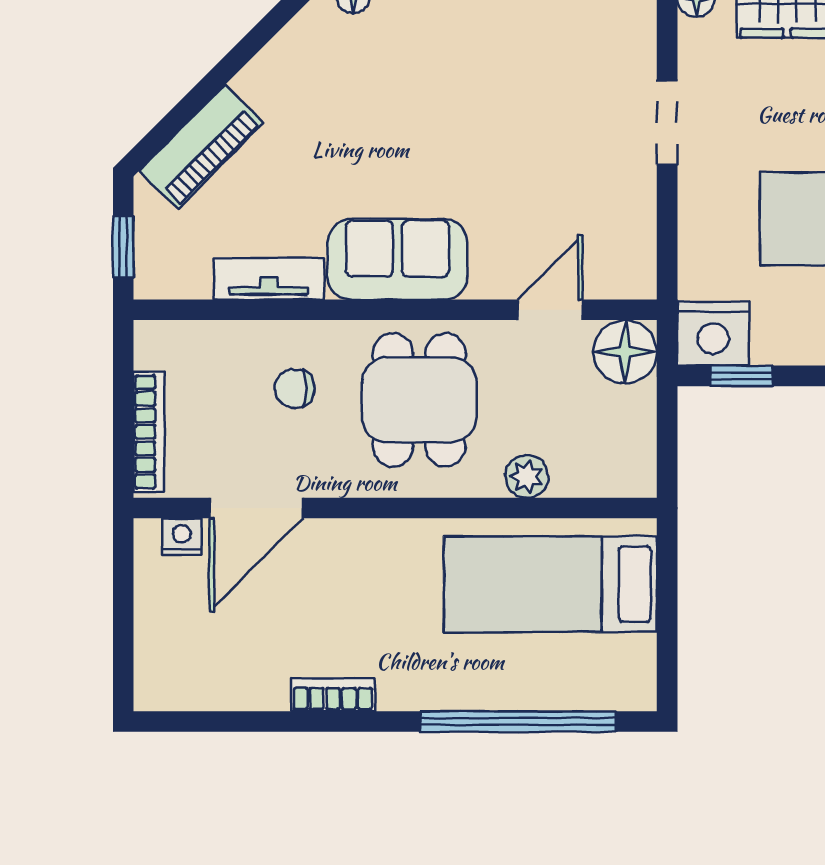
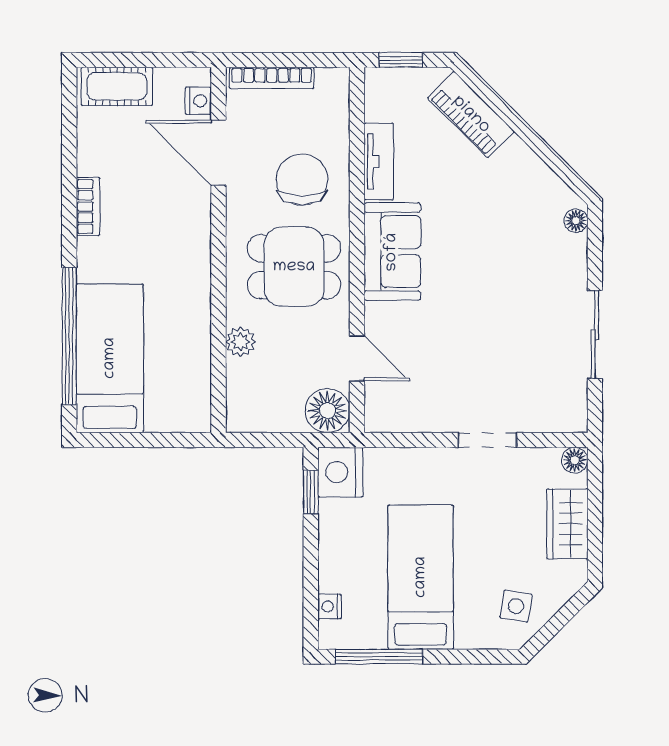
chair: (294, 389) -> (302, 180), width x1.87, depth x1.87
bed: (550, 584) -> (110, 358), moved
cot: (161, 653) -> (117, 86), added

